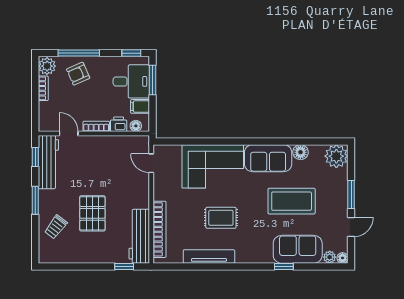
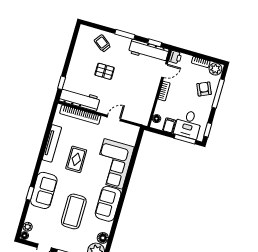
printer: (119, 124) -> (175, 57), moved
floor lamp: (300, 152) -> (103, 238), moved
door: (151, 163) -> (114, 118), moved
pallet: (92, 213) -> (105, 71), width x0.67, depth x0.71
sofa: (298, 249) -> (44, 190), moved

